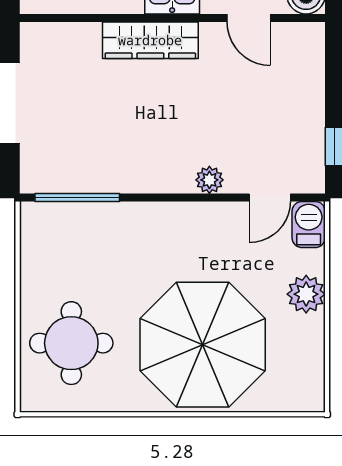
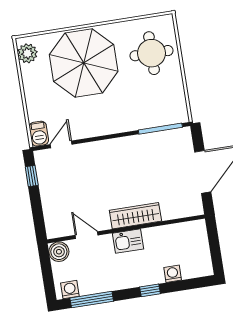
plant: (209, 180) -> (94, 149), removed
plant: (306, 294) -> (27, 53), moved

